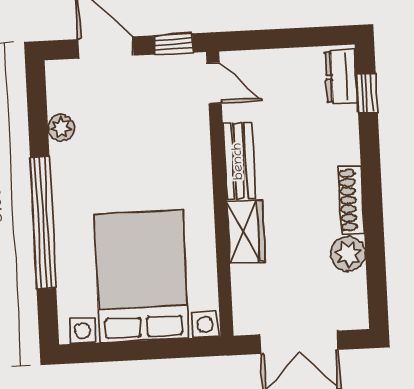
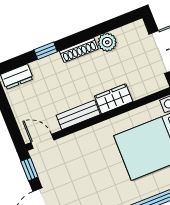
door: (214, 83) -> (42, 141), hinge flipped
window: (367, 93) -> (46, 51), moved

